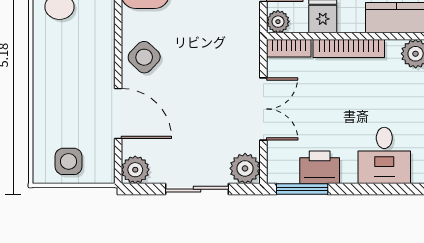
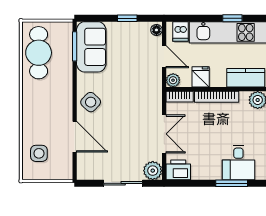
side table: (69, 161) -> (39, 153), moved
printer: (320, 167) -> (178, 170), moved
plant: (135, 170) -> (85, 171), removed
window: (302, 189) -> (232, 183), moved

